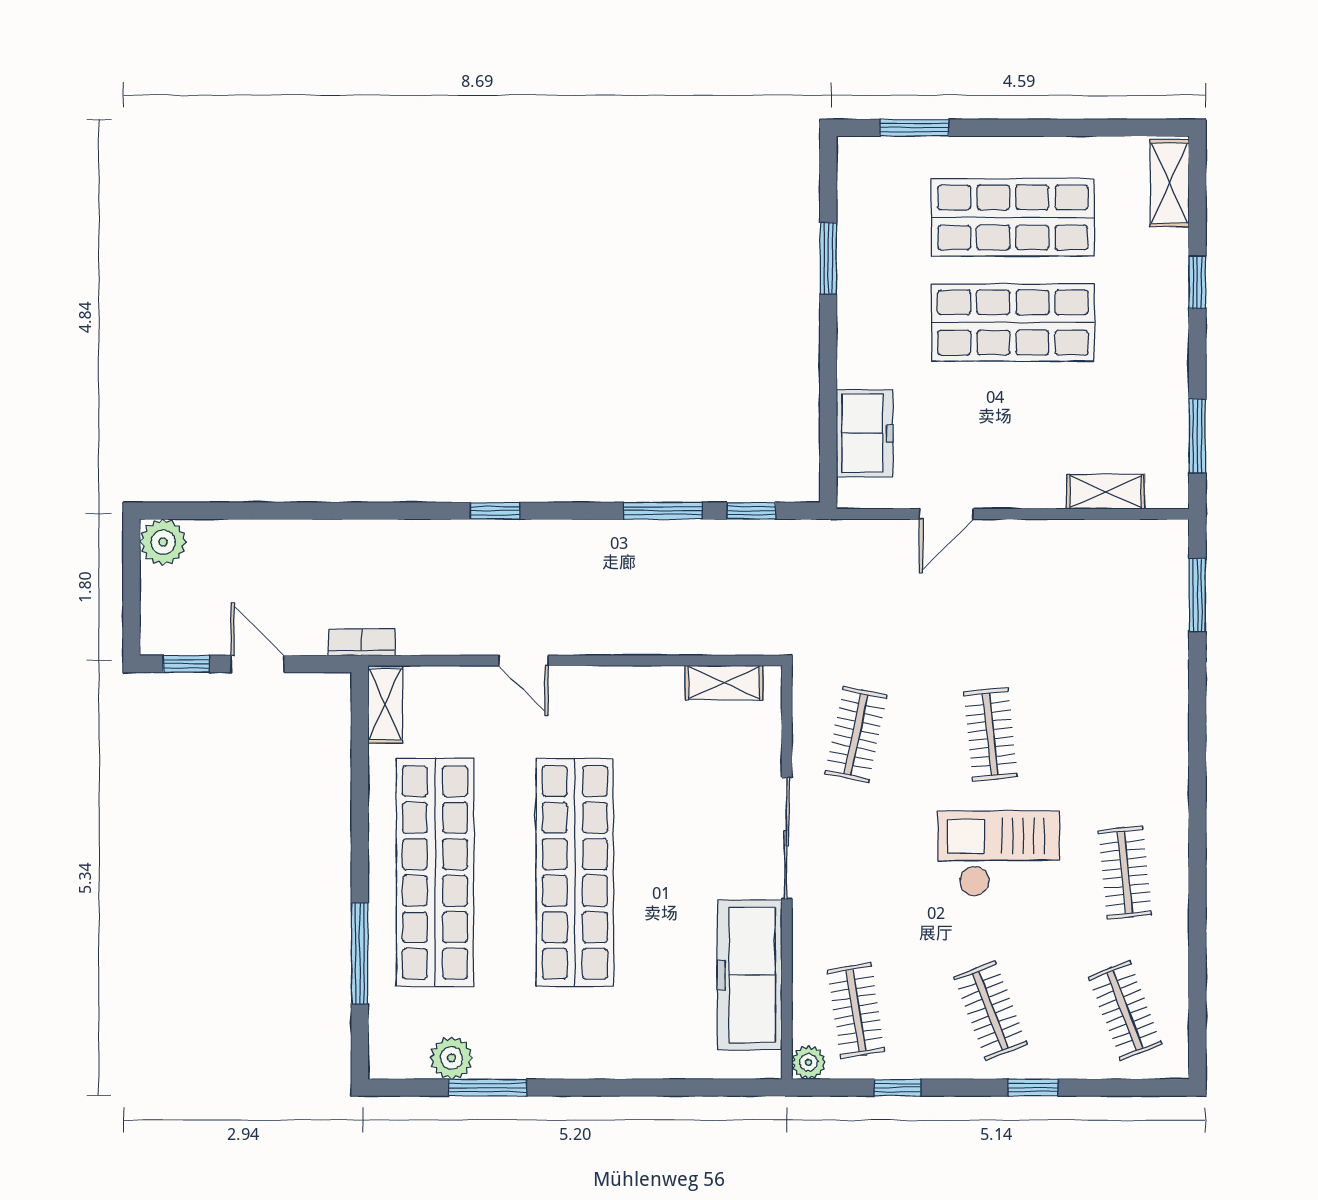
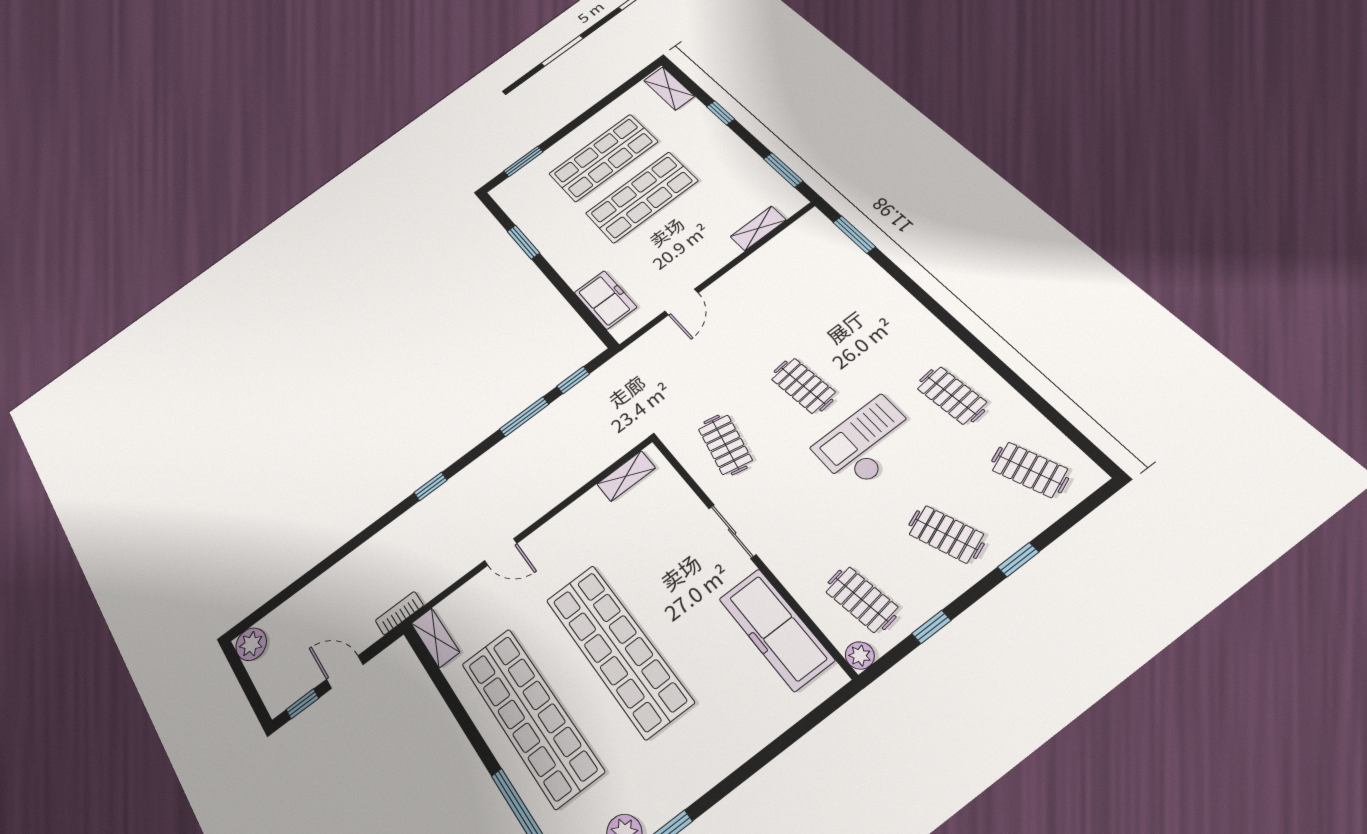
sliding door: (787, 838) -> (732, 531), width x0.73

